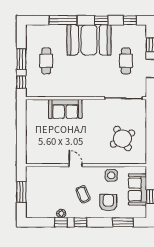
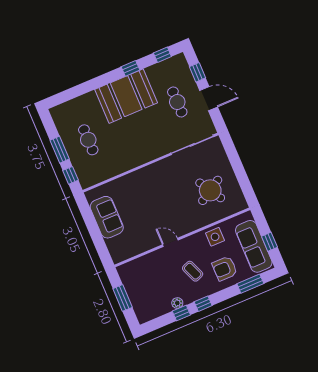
window: (63, 20) -> (88, 86), removed
sofa: (65, 109) -> (107, 217), moved, turned -90
sofa: (137, 189) -> (254, 246), width x1.36
armchair: (108, 203) -> (225, 269), turned -90

